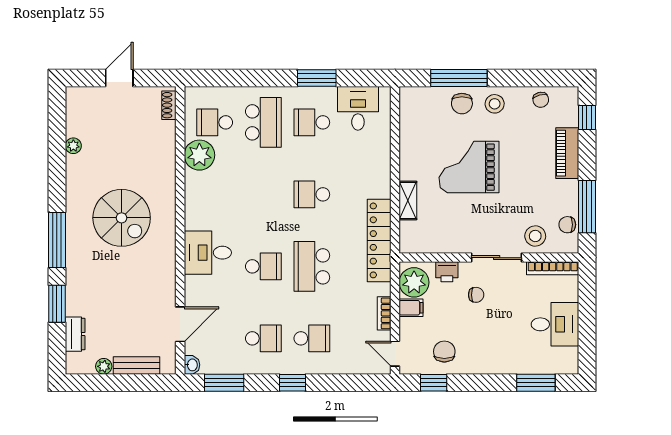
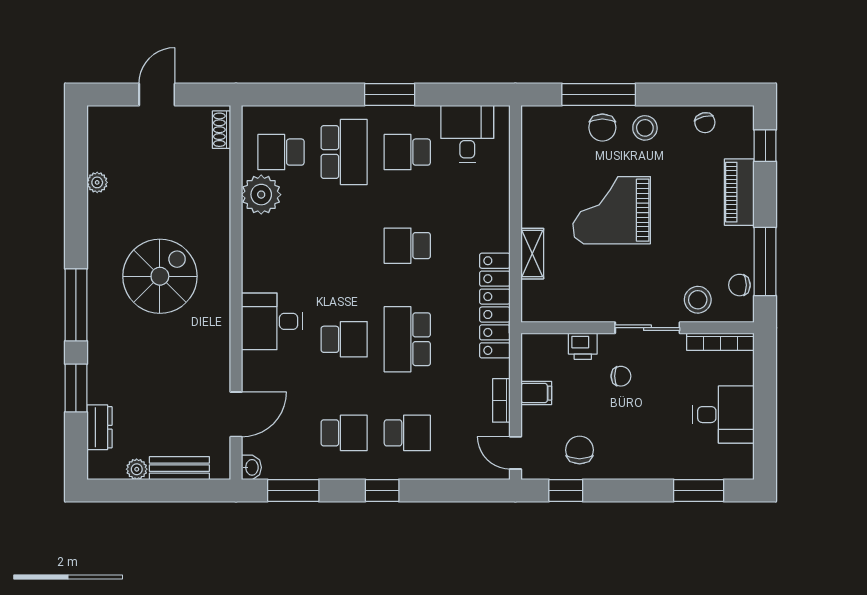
window: (317, 78) -> (390, 94), moved
spiral stairs: (122, 218) -> (160, 276), turned -90
plant: (414, 282) -> (540, 360), removed

